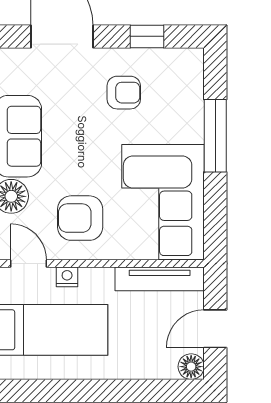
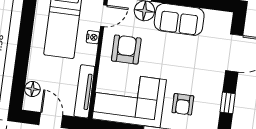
armchair: (124, 93) -> (183, 104), moved
floor lamp: (191, 367) -> (32, 89), moved

